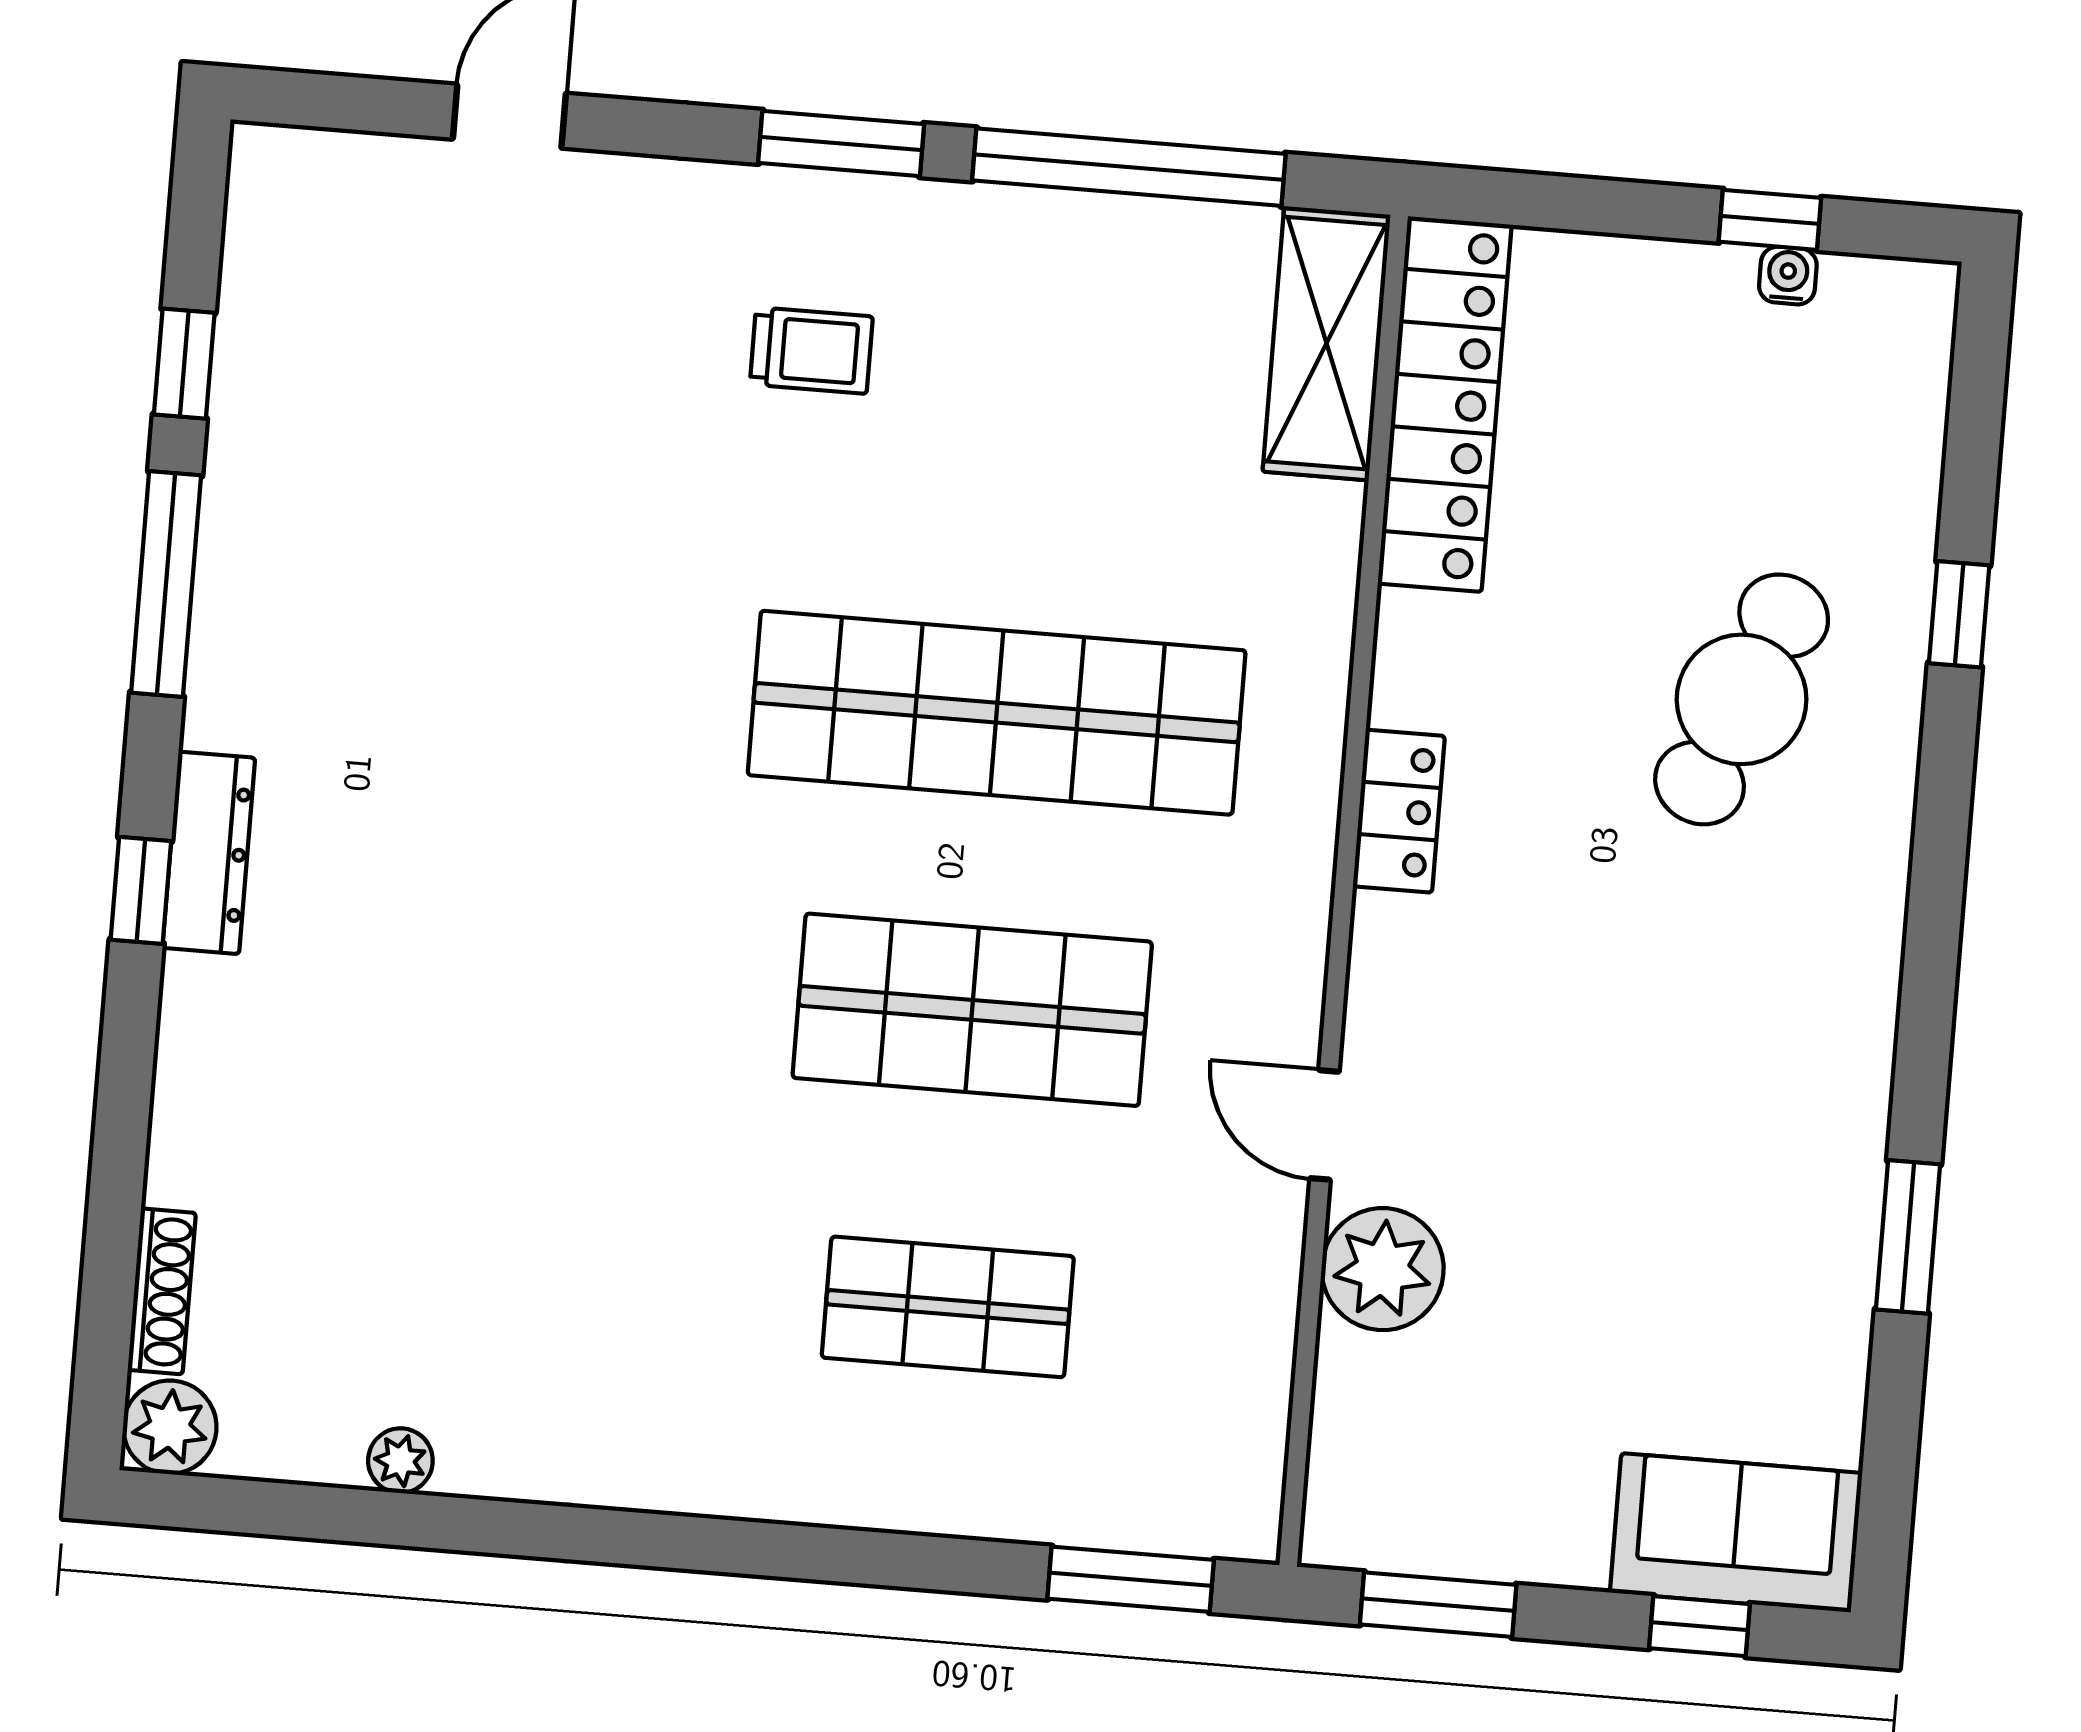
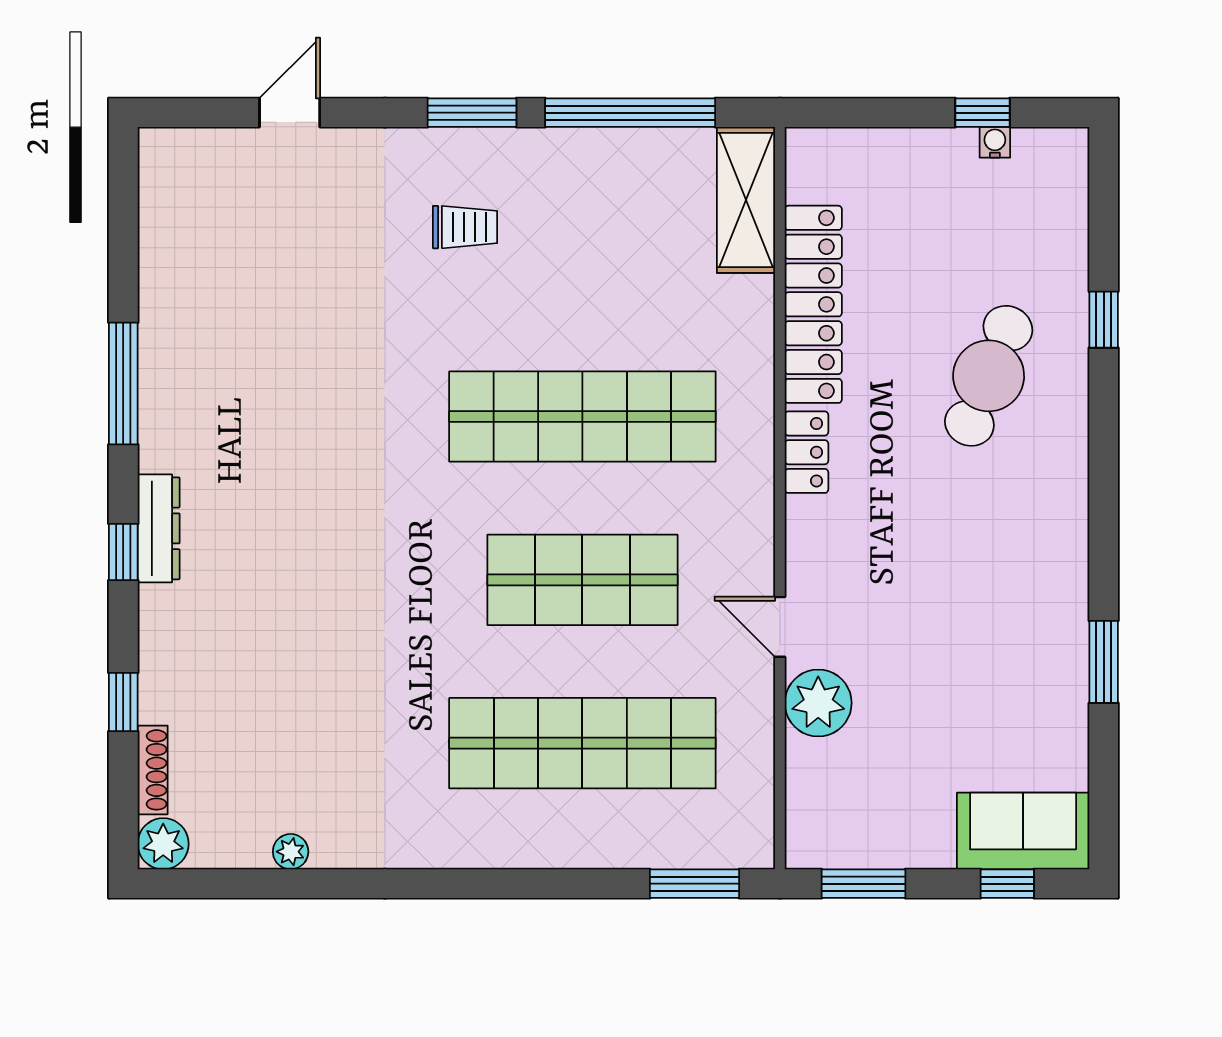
window: (184, 364) -> (123, 702), moved
locker: (1445, 404) -> (813, 304), moved
shop shelf: (948, 1307) -> (582, 743), width x2.00, depth x1.36

